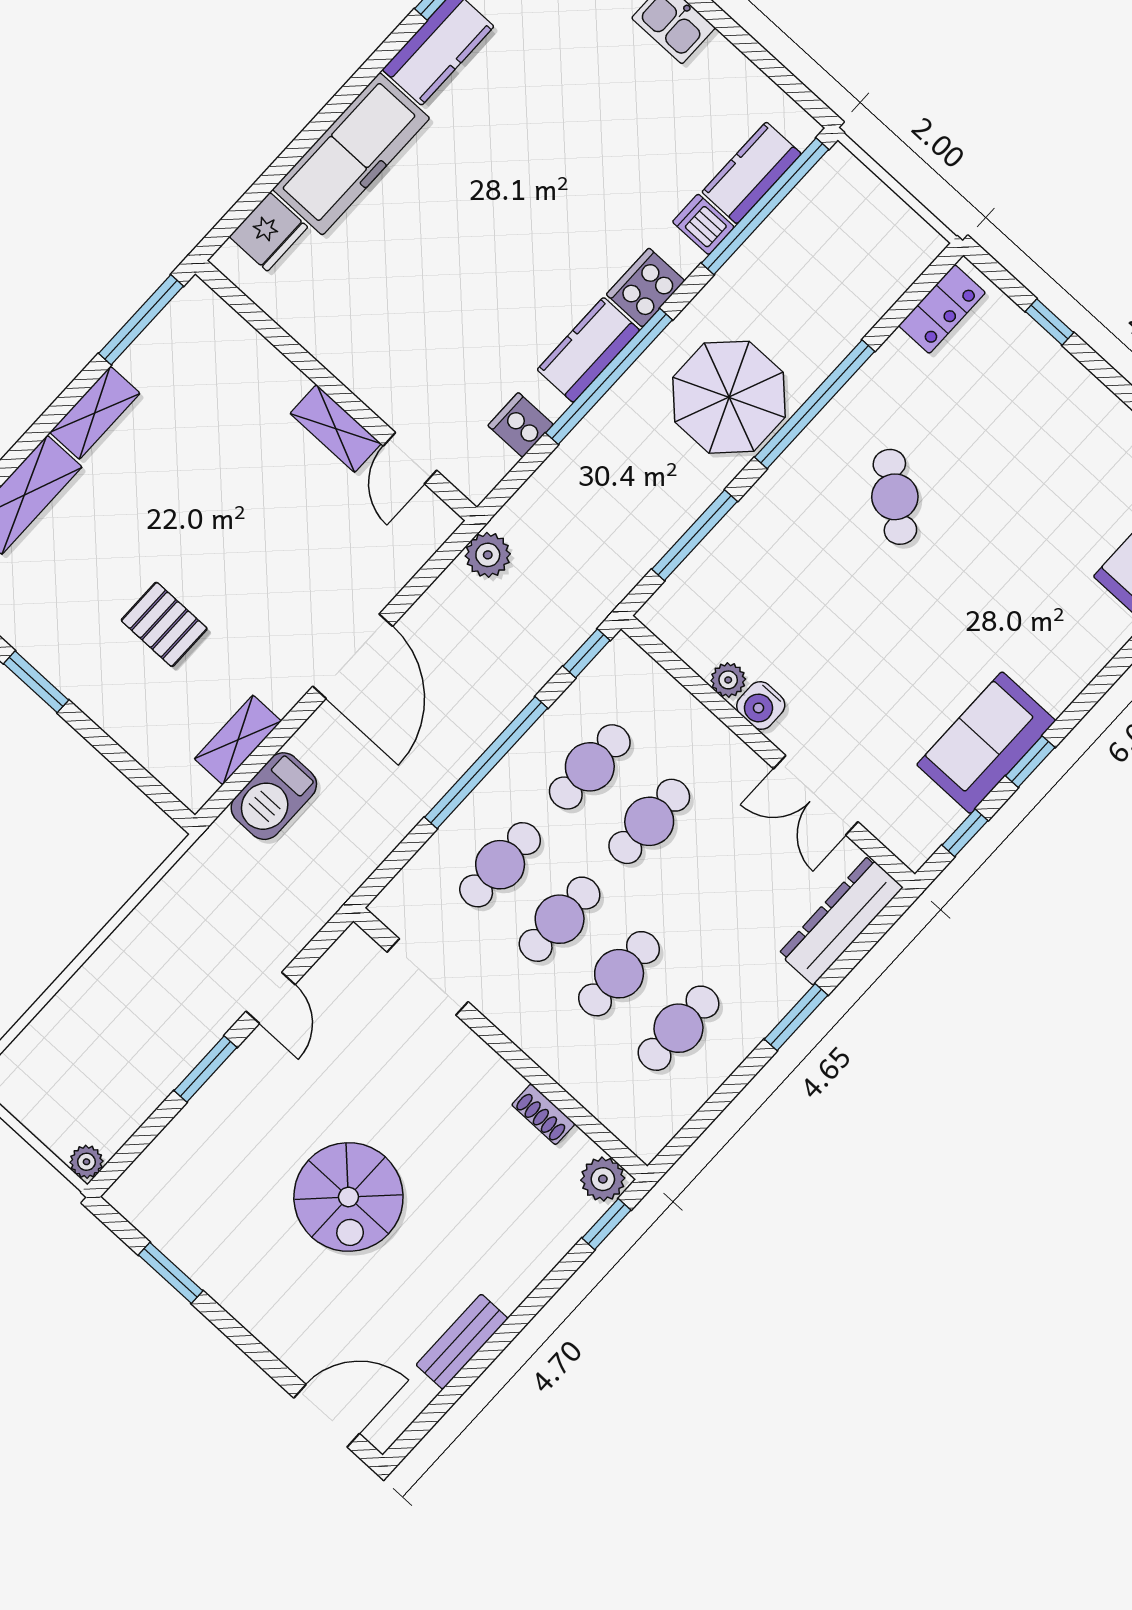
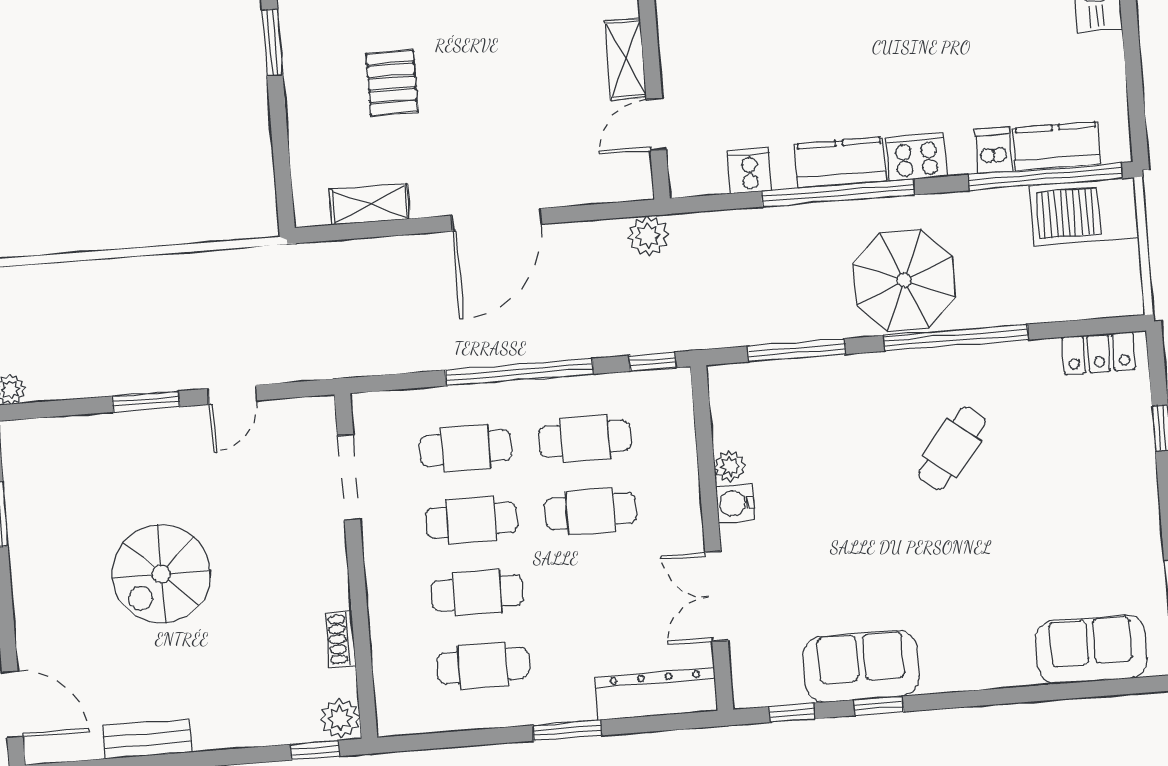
barbecue: (274, 796) -> (1084, 212), moved, width x1.37, depth x1.21

